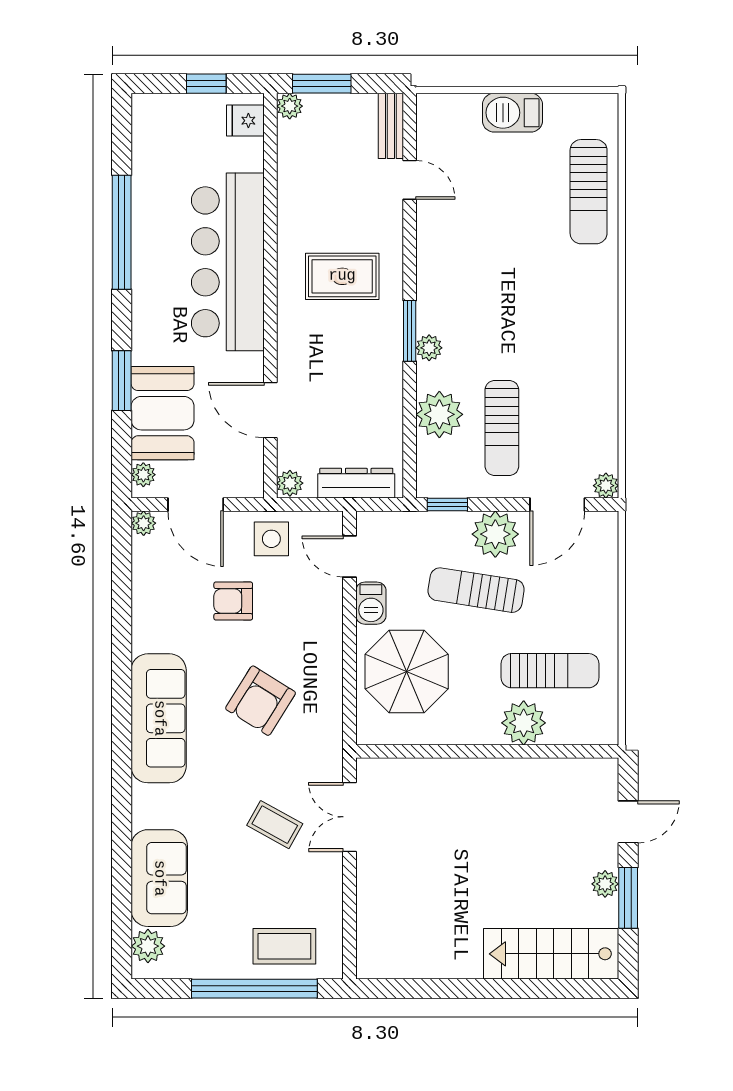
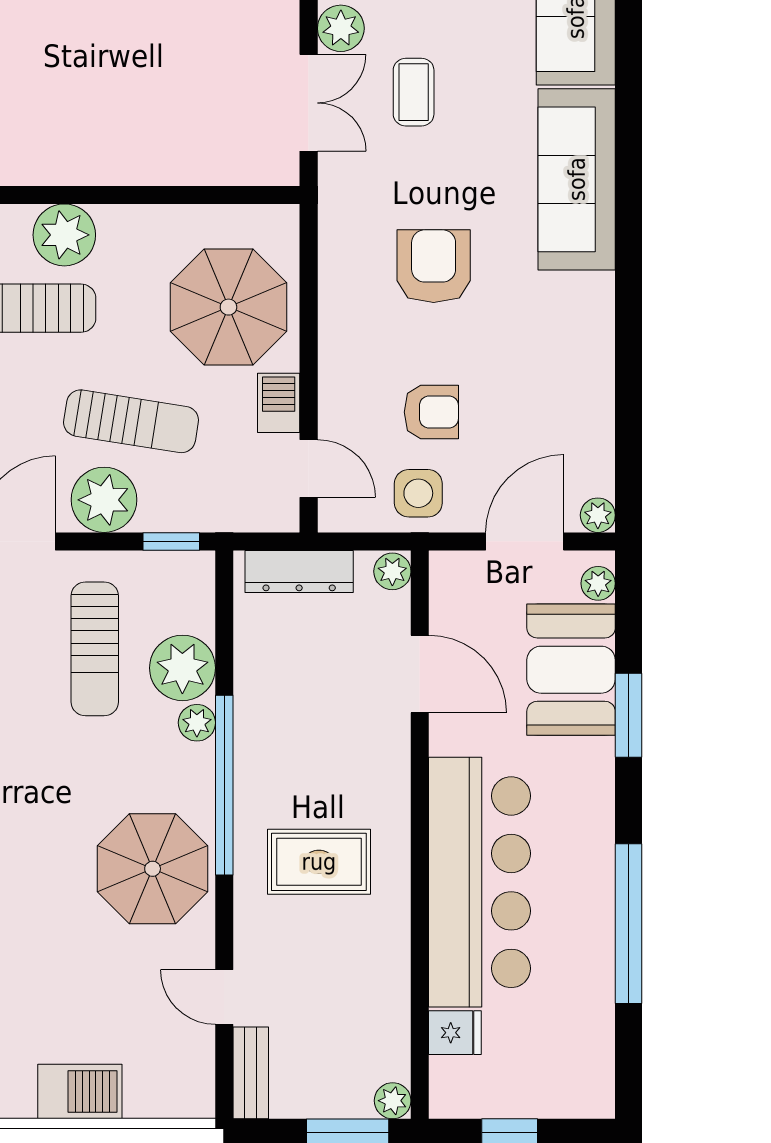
fridge: (245, 121) -> (455, 1033), moved
parasol: (461, 271) -> (153, 869), added
window: (410, 331) -> (224, 785), width x2.11
plant: (429, 348) -> (197, 723), moved
sun lounger: (502, 428) -> (95, 649), turned 180
door: (196, 505) -> (525, 541), hinge flipped
armchair: (233, 601) -> (431, 412), moved
armchair: (261, 701) -> (434, 266), turned -32
sofa: (159, 718) -> (577, 179), moved
coffee table: (275, 825) -> (414, 92), turned 61
plant: (327, 870) -> (341, 28), added

